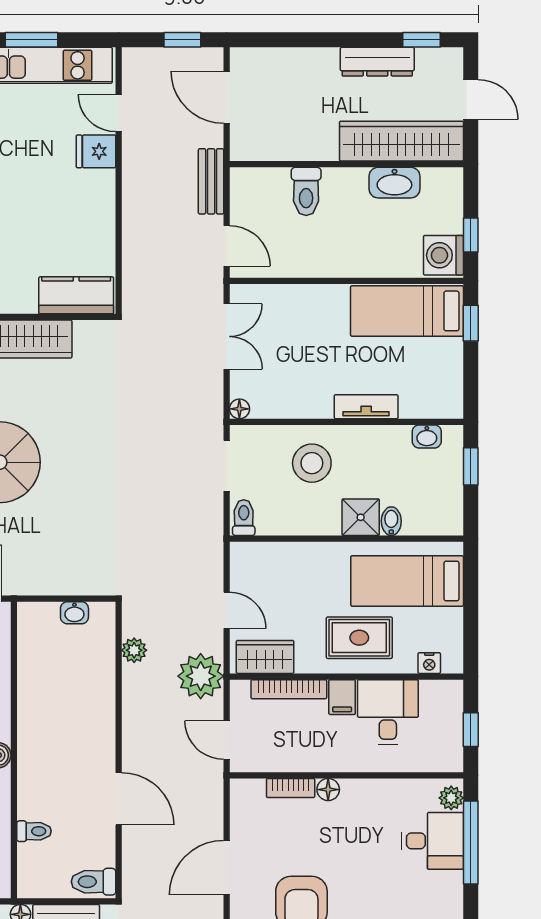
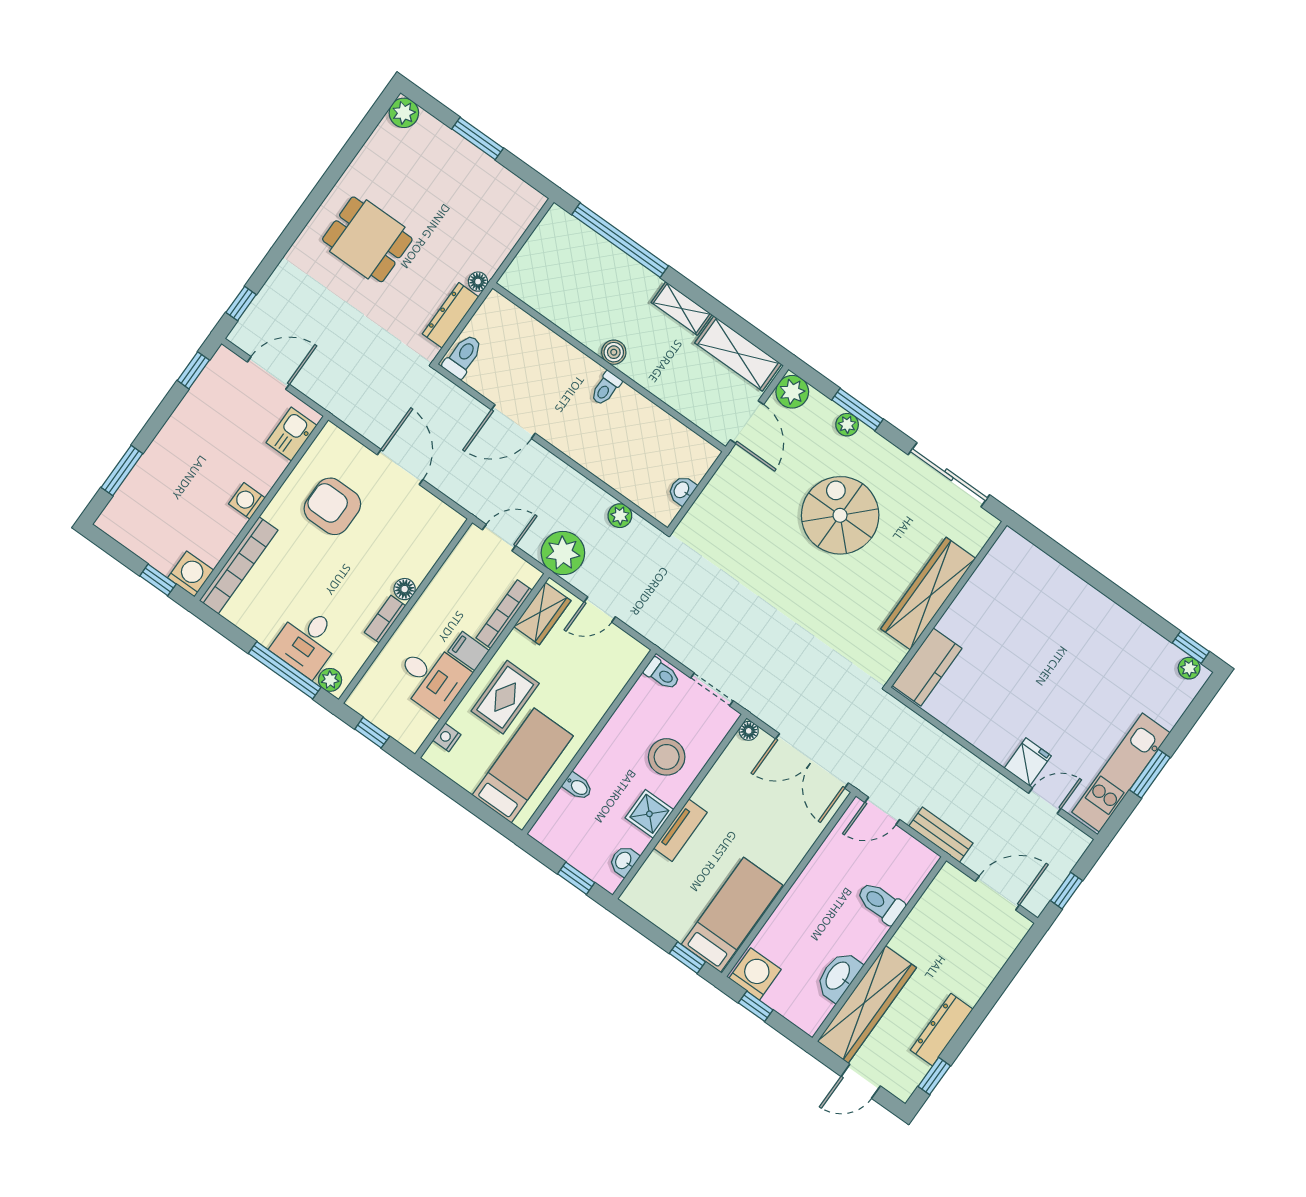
double door: (227, 336) -> (812, 761), width x1.37
shower: (361, 517) -> (649, 814), moved
bookcase: (291, 788) -> (385, 619), moved
toilet: (34, 831) -> (606, 388), moved

